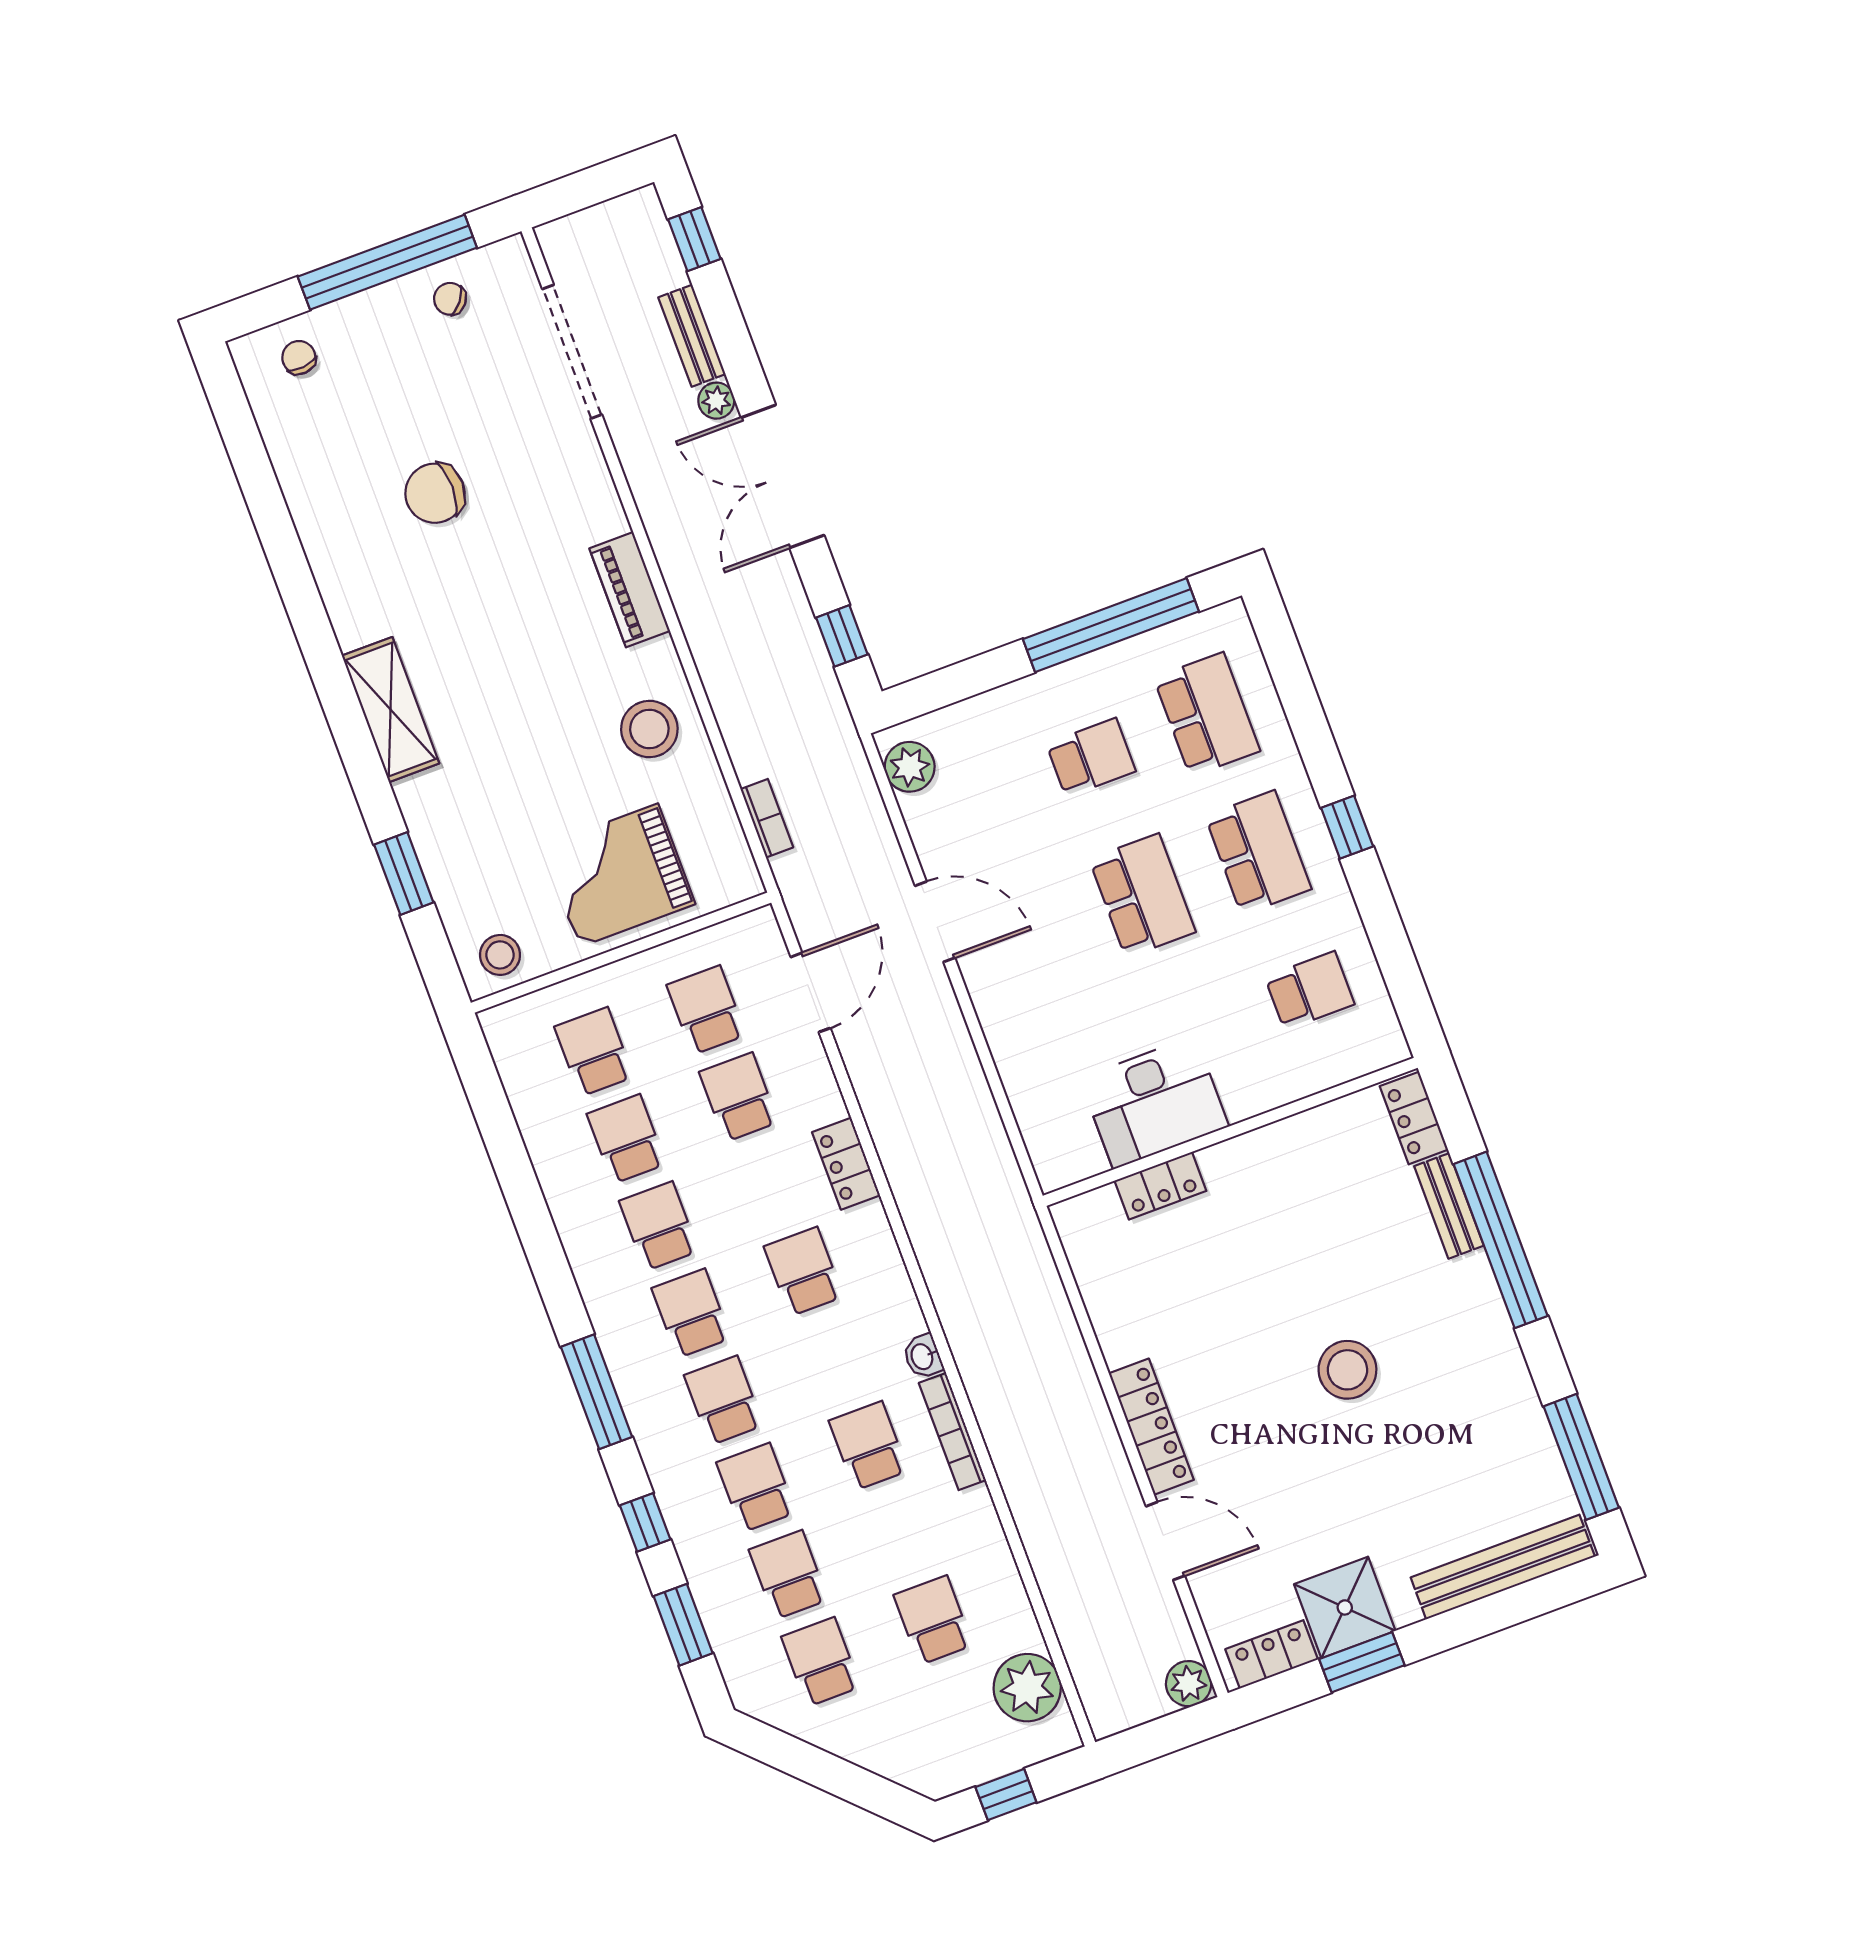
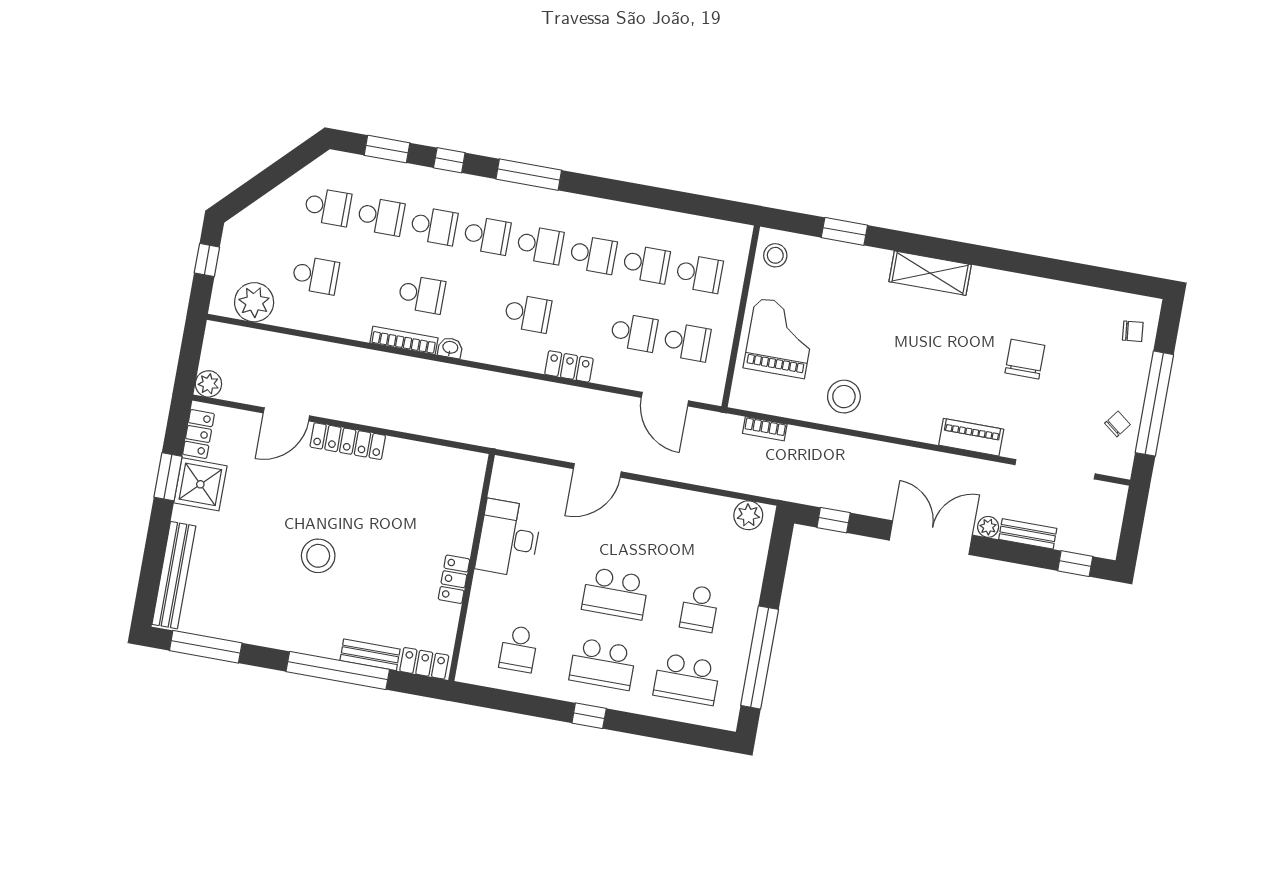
piano: (630, 590) -> (971, 437), moved
door: (935, 922) -> (597, 470), moved
locker: (1160, 1186) -> (454, 579), moved

